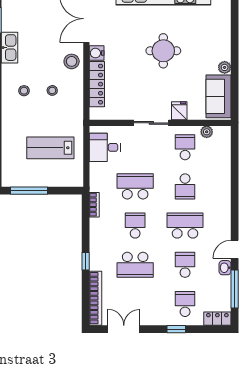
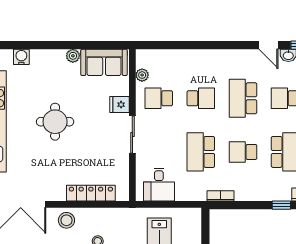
water cooler: (97, 53) -> (21, 57), moved, turned 180

